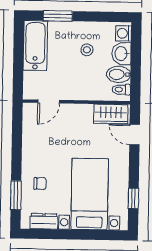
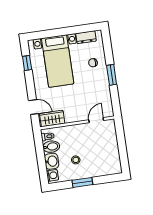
window: (58, 16) -> (82, 182), moved
bathtub: (35, 45) -> (112, 157), removed
window: (16, 195) -> (112, 75), moved

